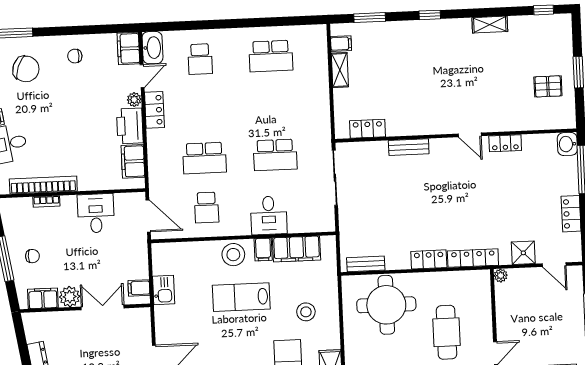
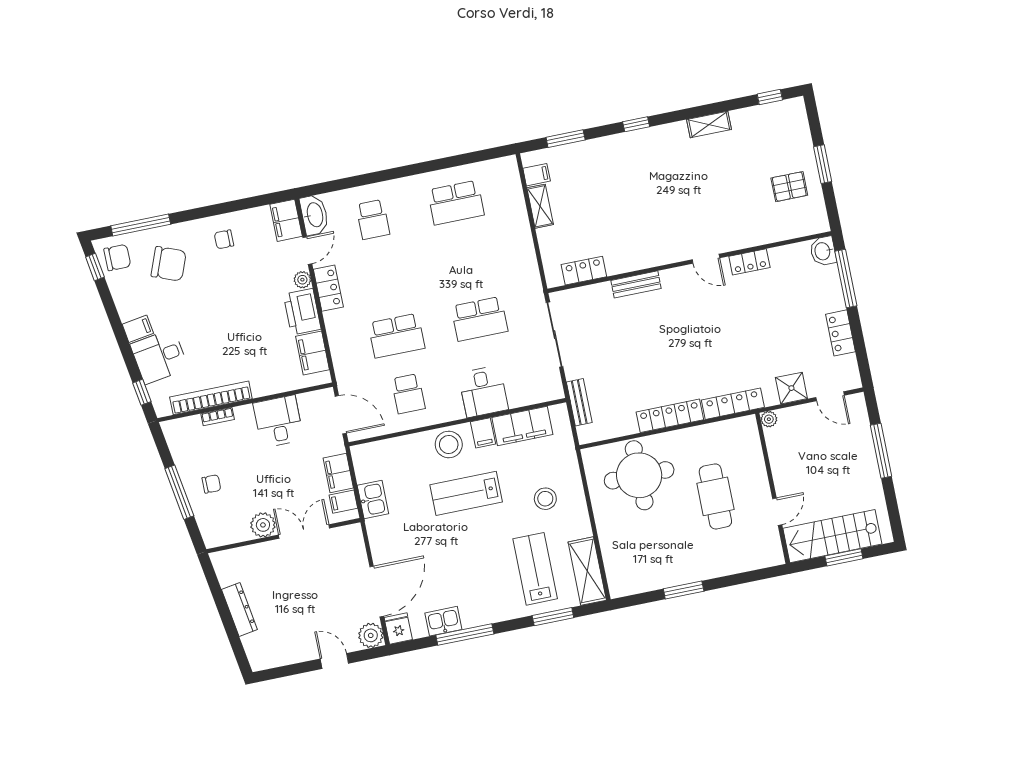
locker: (429, 259) -> (670, 416), width x1.53
bench: (366, 264) -> (579, 402), moved, turned 90
filing cabinet: (43, 298) -> (338, 473), moved, turned -90

